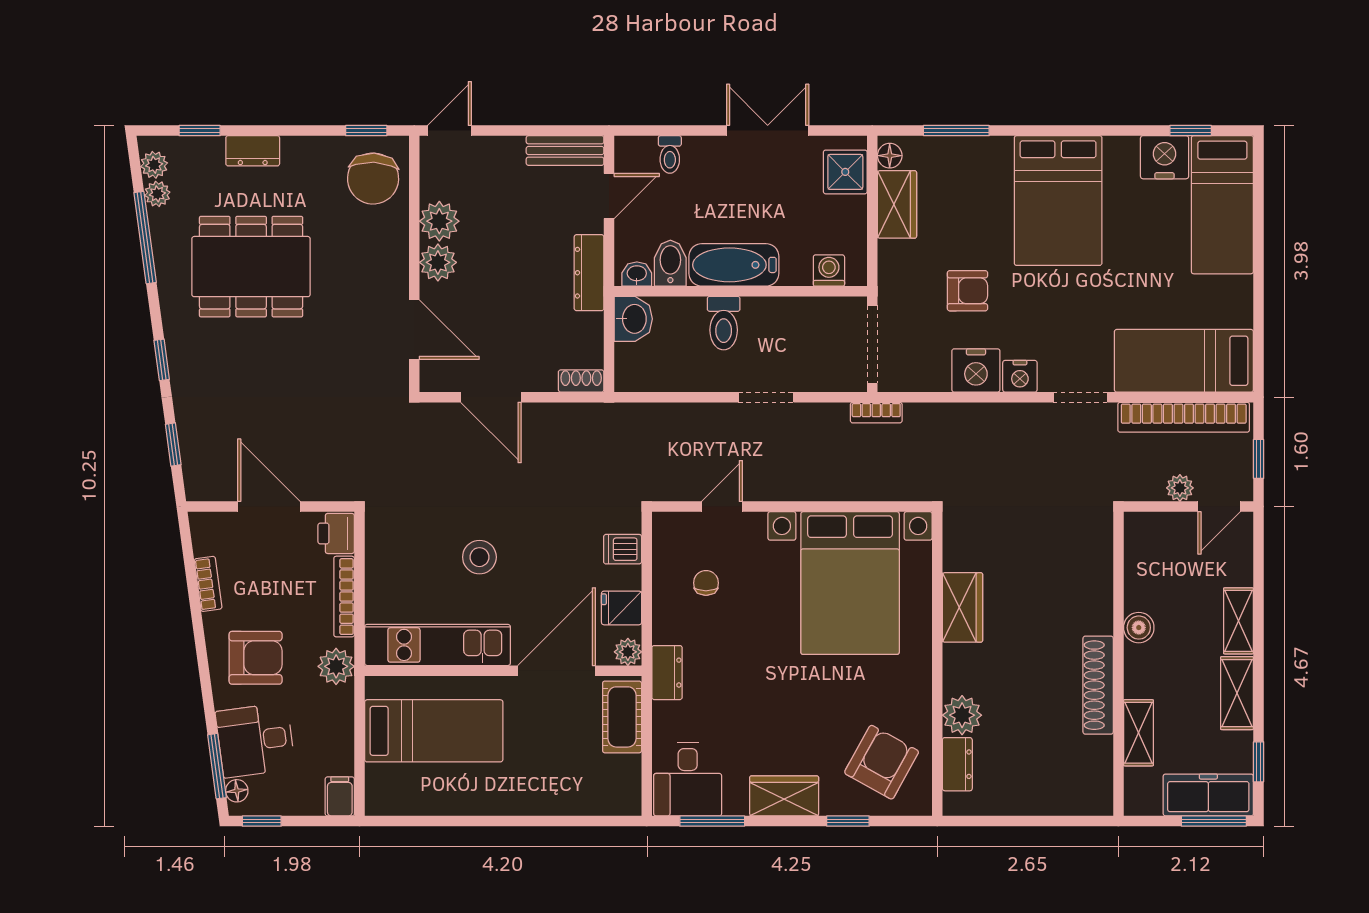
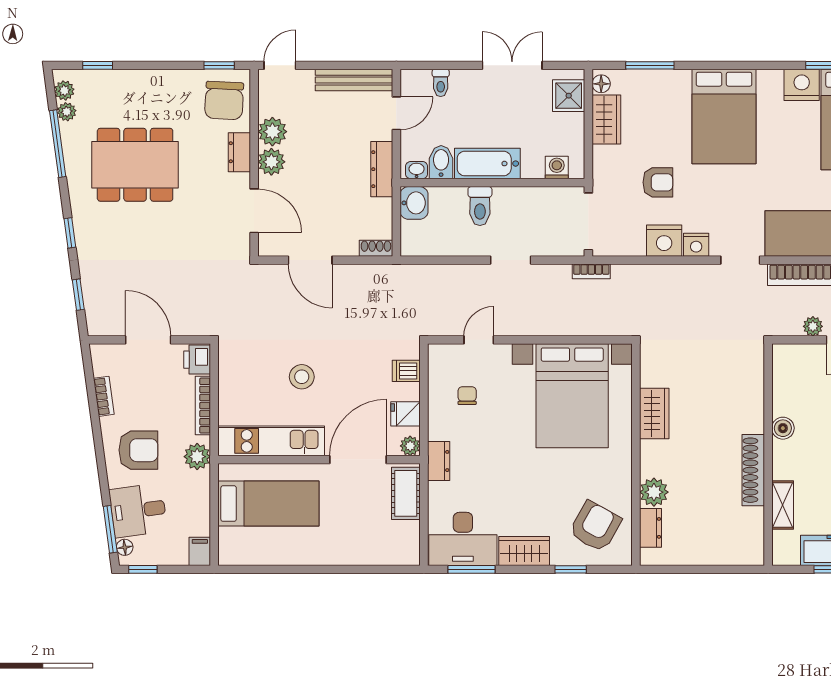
bench: (565, 150) -> (354, 80), width x1.36
dresser: (253, 151) -> (239, 152), moved, turned 90
desk: (688, 779) -> (463, 539), width x1.37

